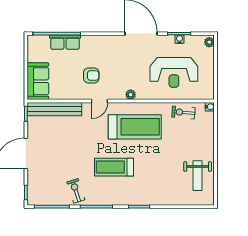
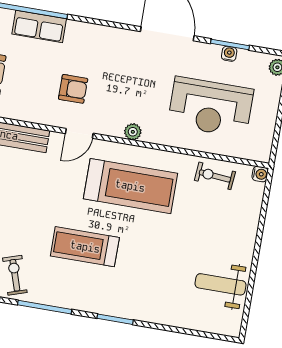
weight bench: (198, 176) -> (221, 284), turned 90

